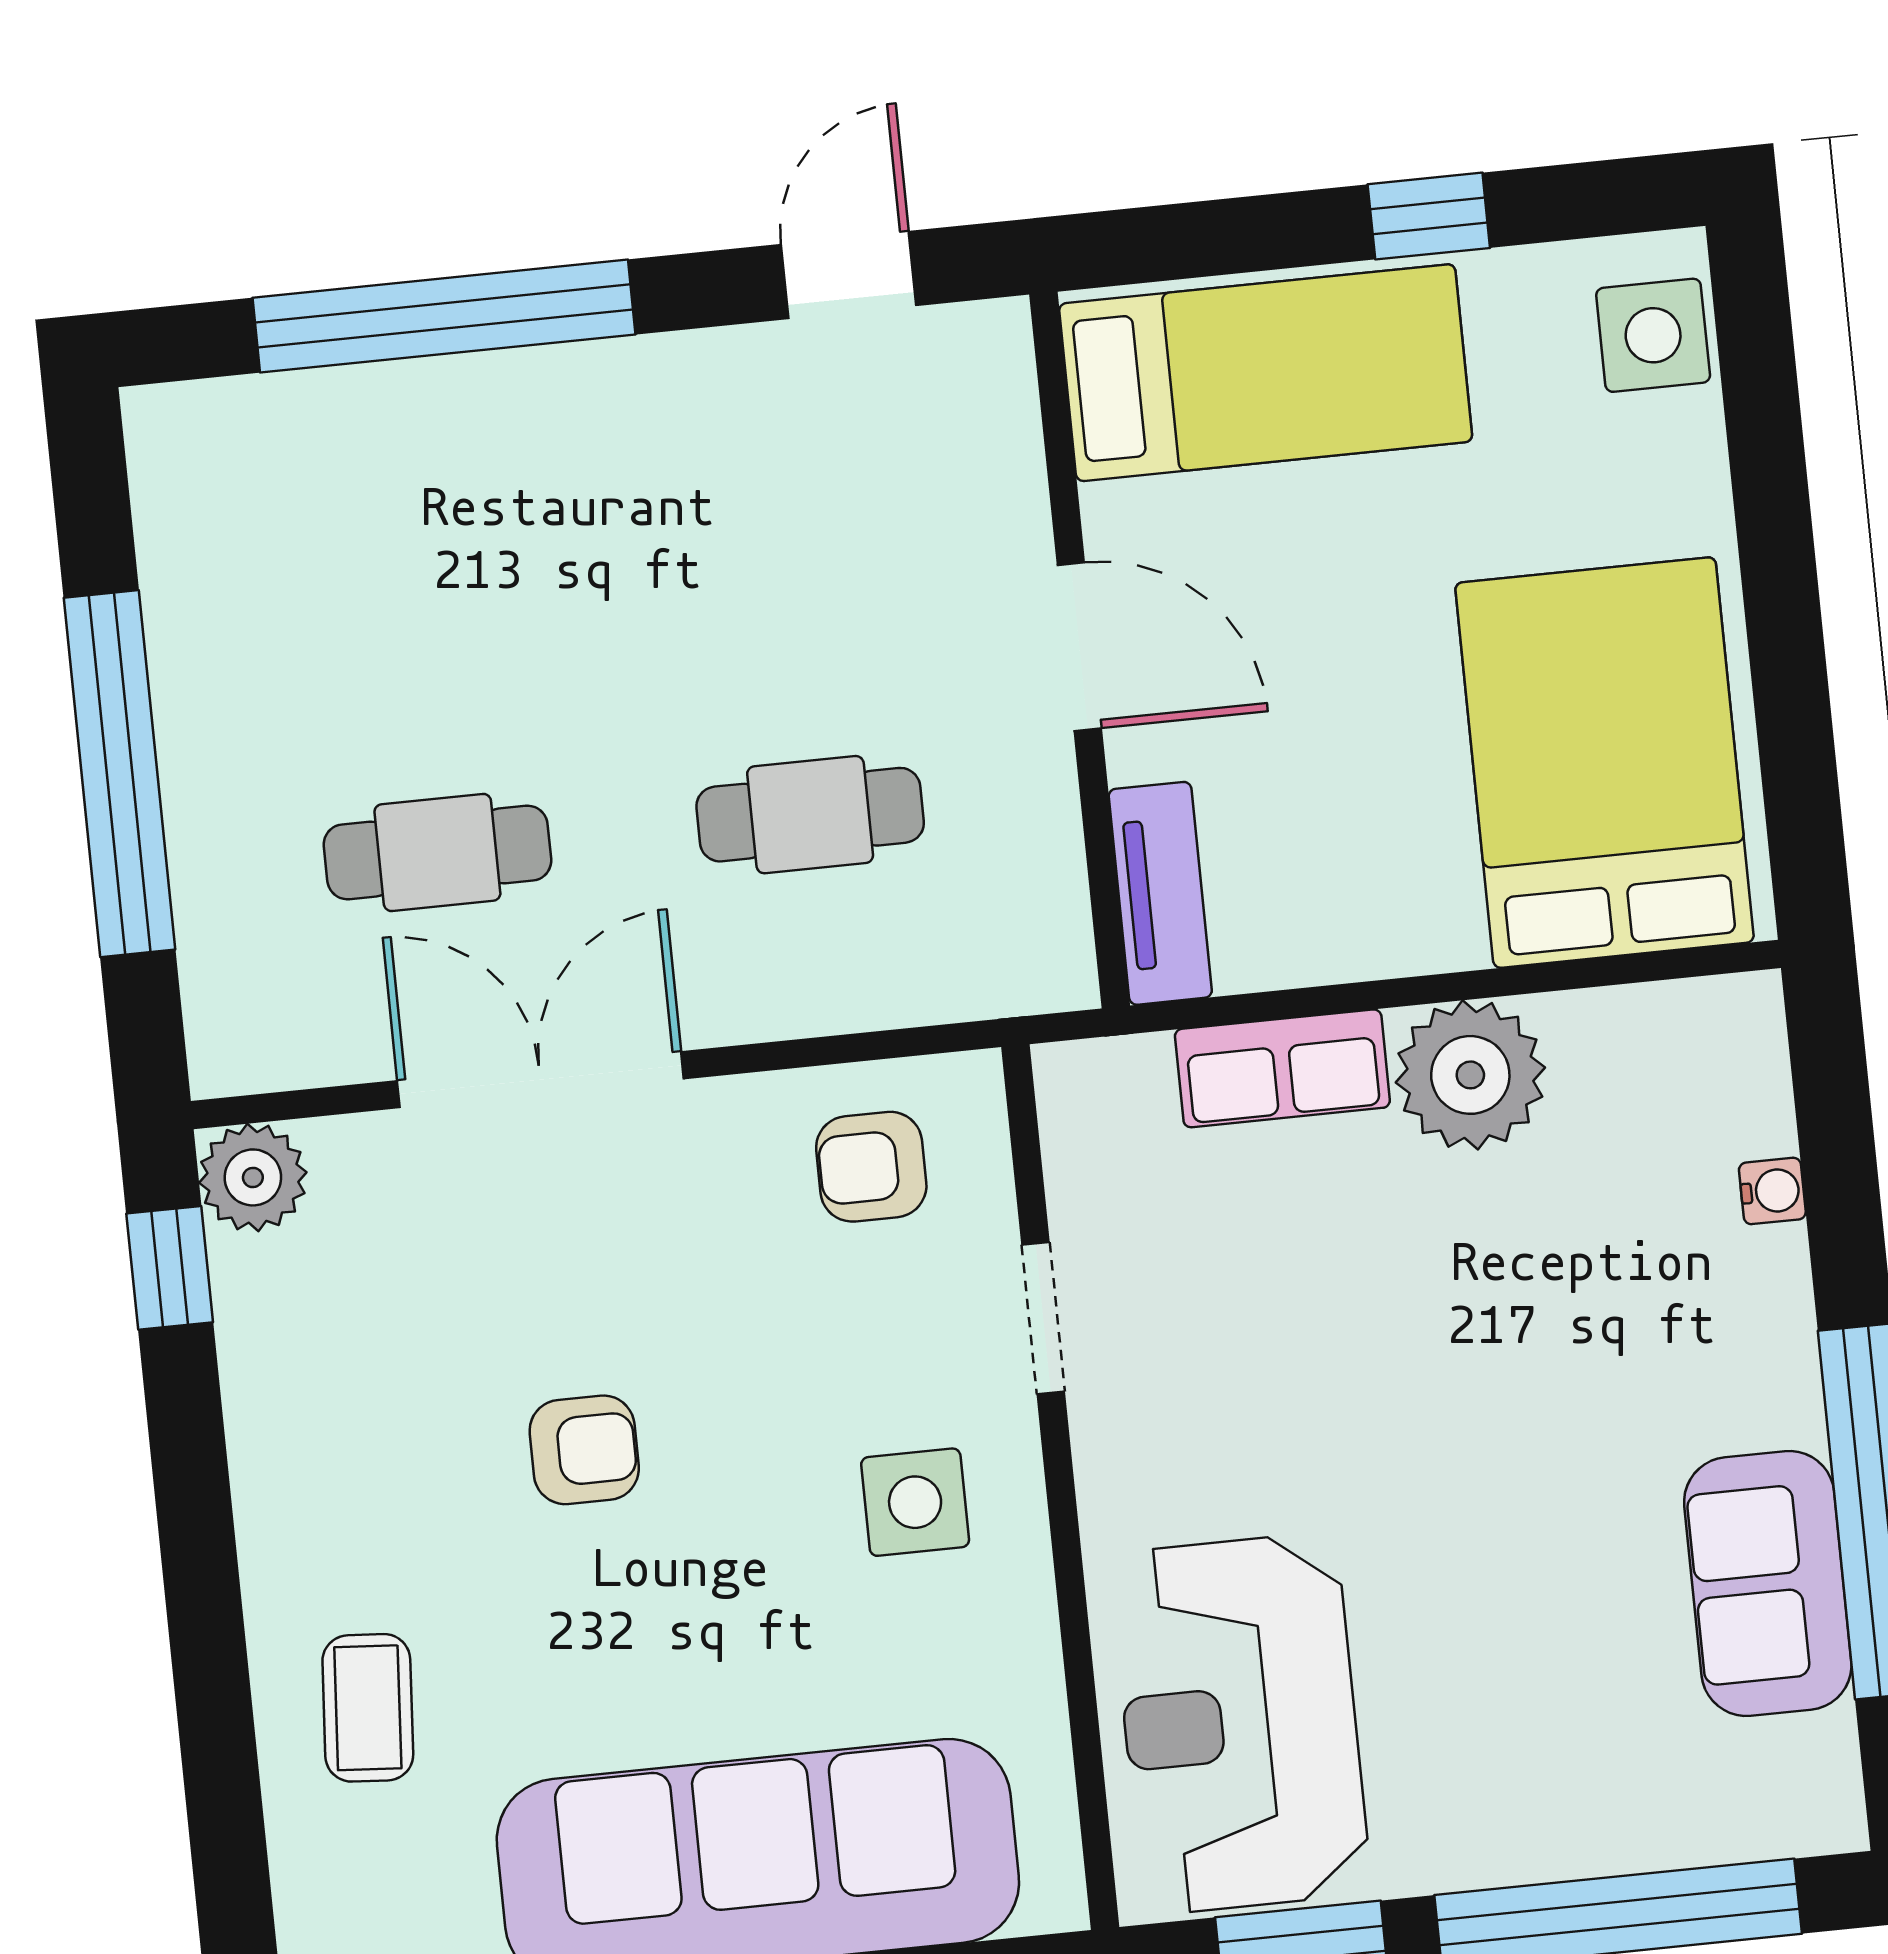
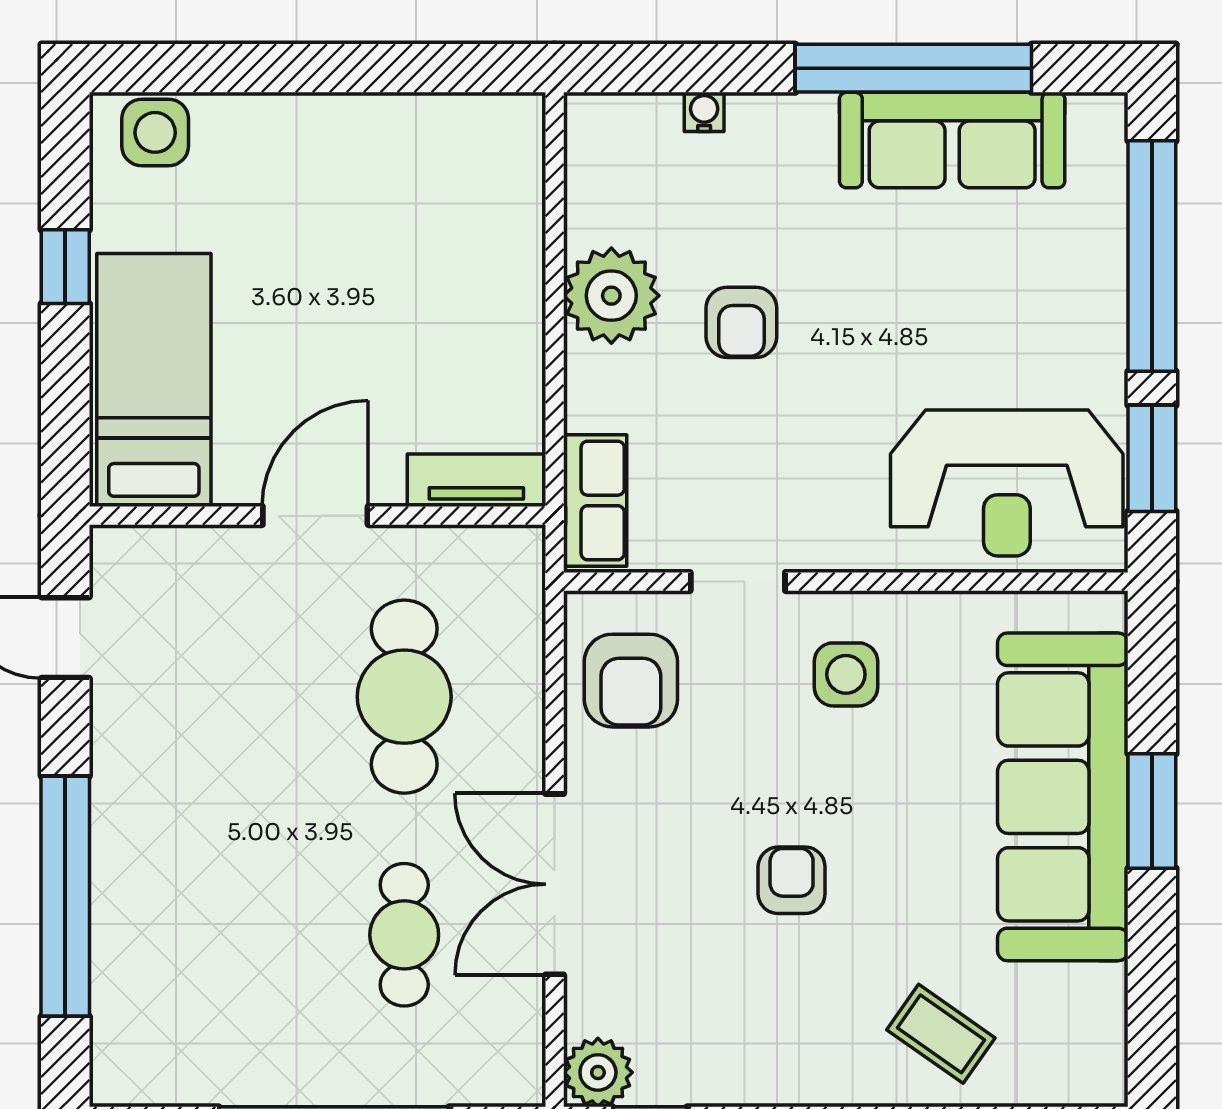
bed: (1605, 763) -> (422, 191), removed
cafe table: (810, 815) -> (404, 697), width x1.37, depth x1.35
row of seats: (1282, 1068) -> (595, 500), moved
armchair: (871, 1167) -> (631, 681), width x1.38, depth x1.38
armchair: (1449, 1283) -> (741, 322), added
sofa: (1768, 1583) -> (952, 140), width x1.36
coffee table: (368, 1708) -> (941, 1034), turned 31

